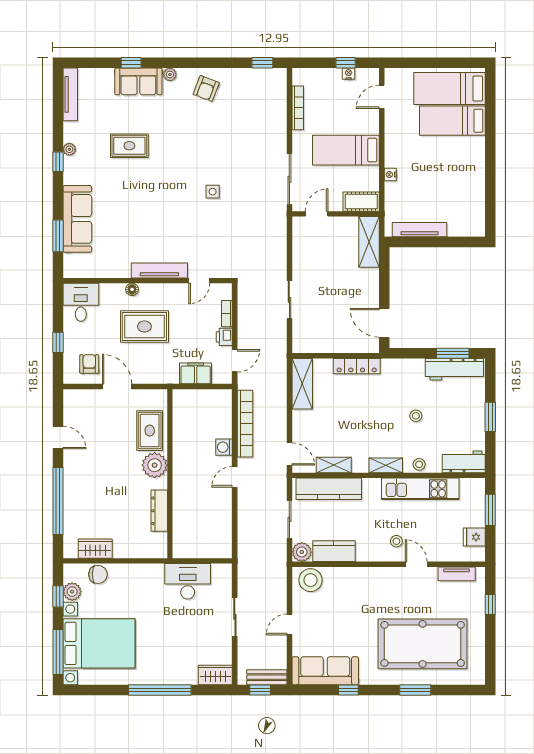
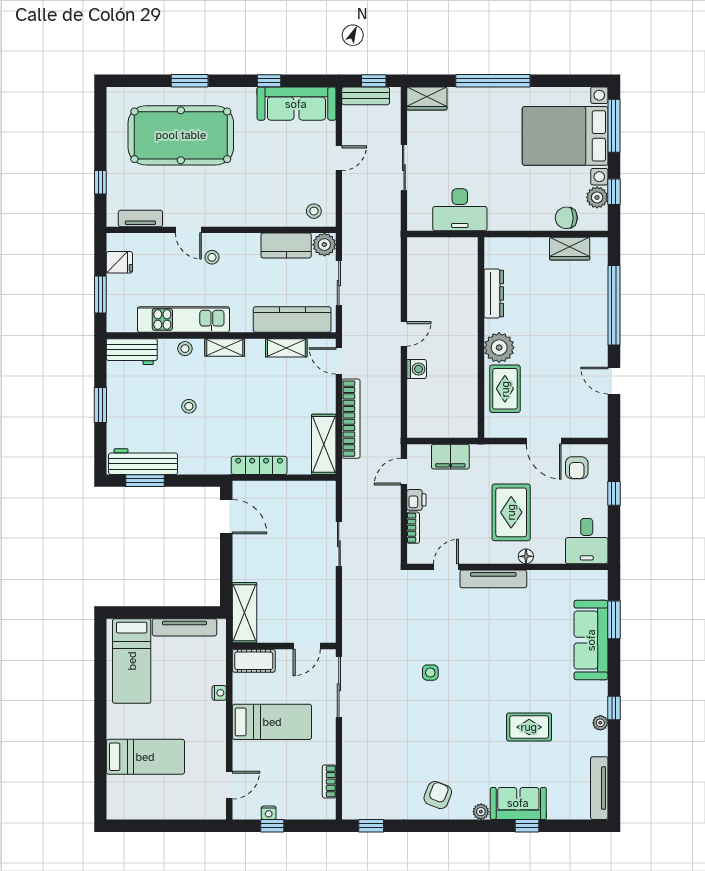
bed: (449, 88) -> (132, 661), moved, turned 90
bookcase: (298, 108) -> (329, 781), width x0.64
rug: (144, 326) -> (511, 512), turned 90
bookcase: (245, 424) -> (351, 419), moved, turned 180
stool: (311, 580) -> (314, 211), width x0.53, depth x0.53

